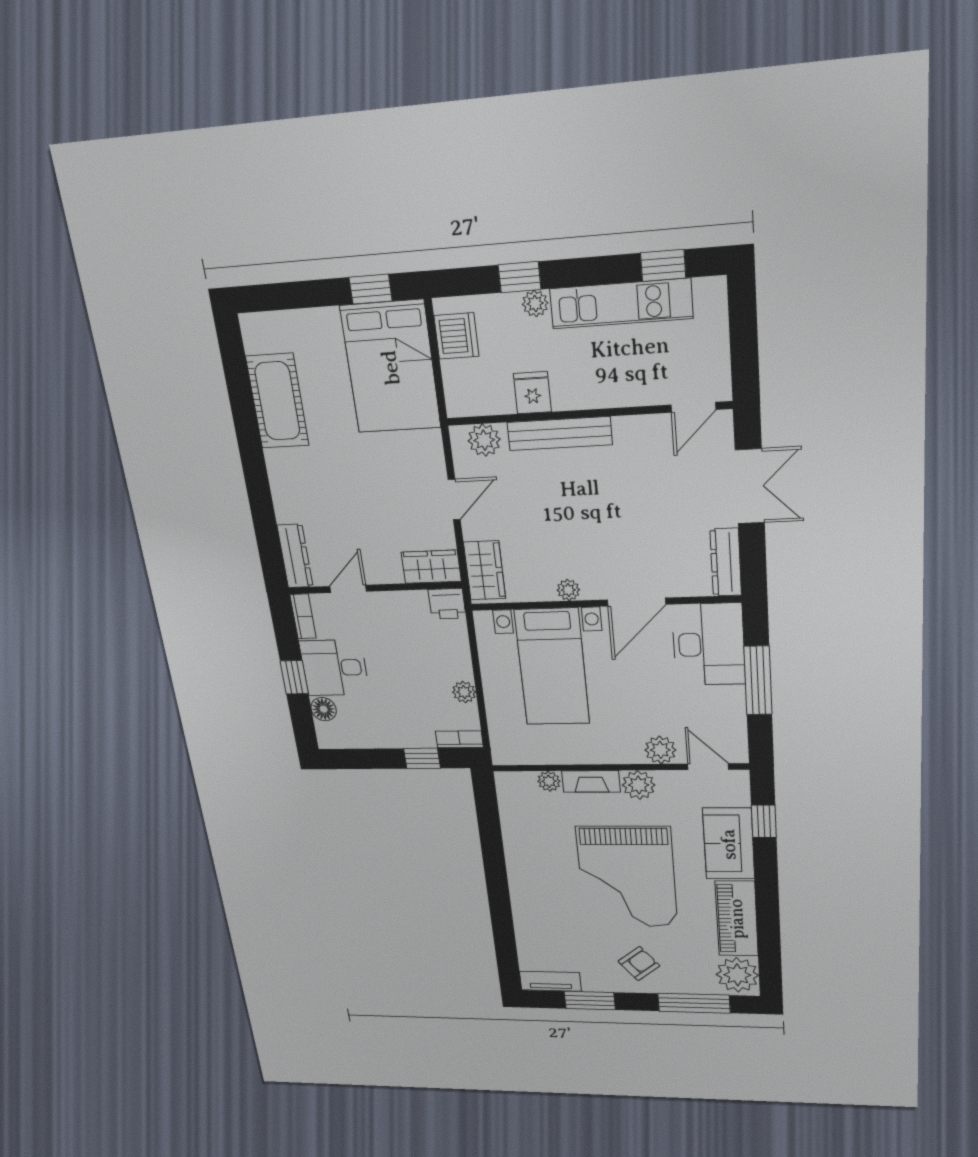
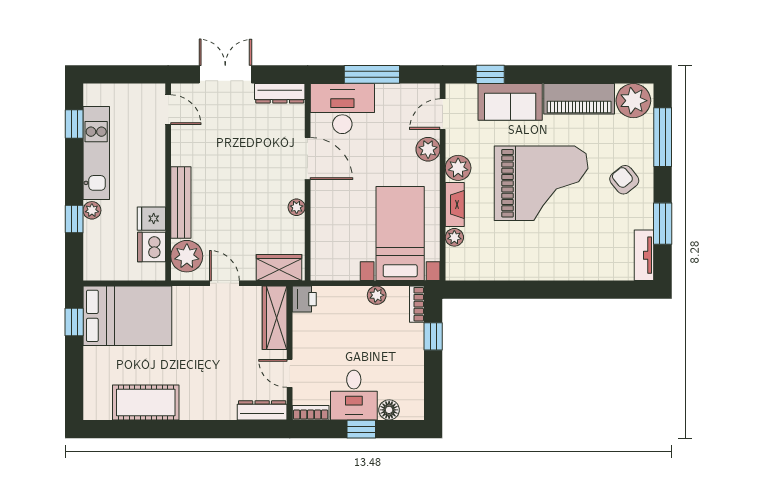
dishwasher: (456, 336) -> (152, 247), moved, turned -90
plant: (484, 440) -> (187, 256), width x1.36, depth x1.36
wardrobe: (431, 567) -> (275, 318), width x1.50
bed with nightstands: (552, 667) -> (400, 233), moved, turned -90

